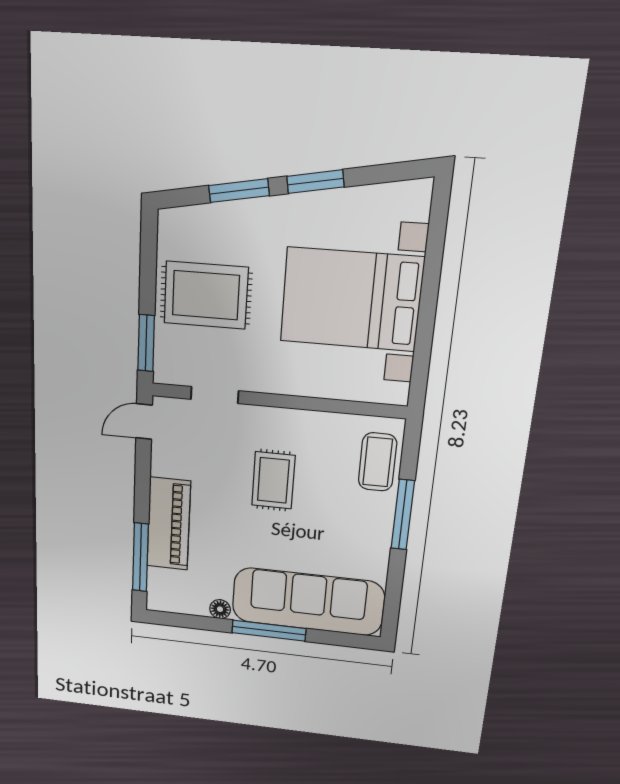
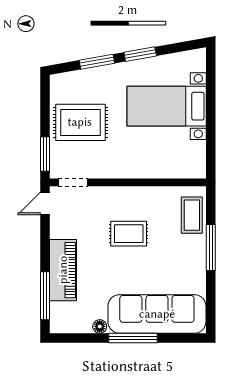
bed with nightstands: (351, 300) -> (167, 106), width x0.73
doorway: (215, 395) -> (73, 182), moved
rug: (273, 480) -> (129, 234), turned 90

